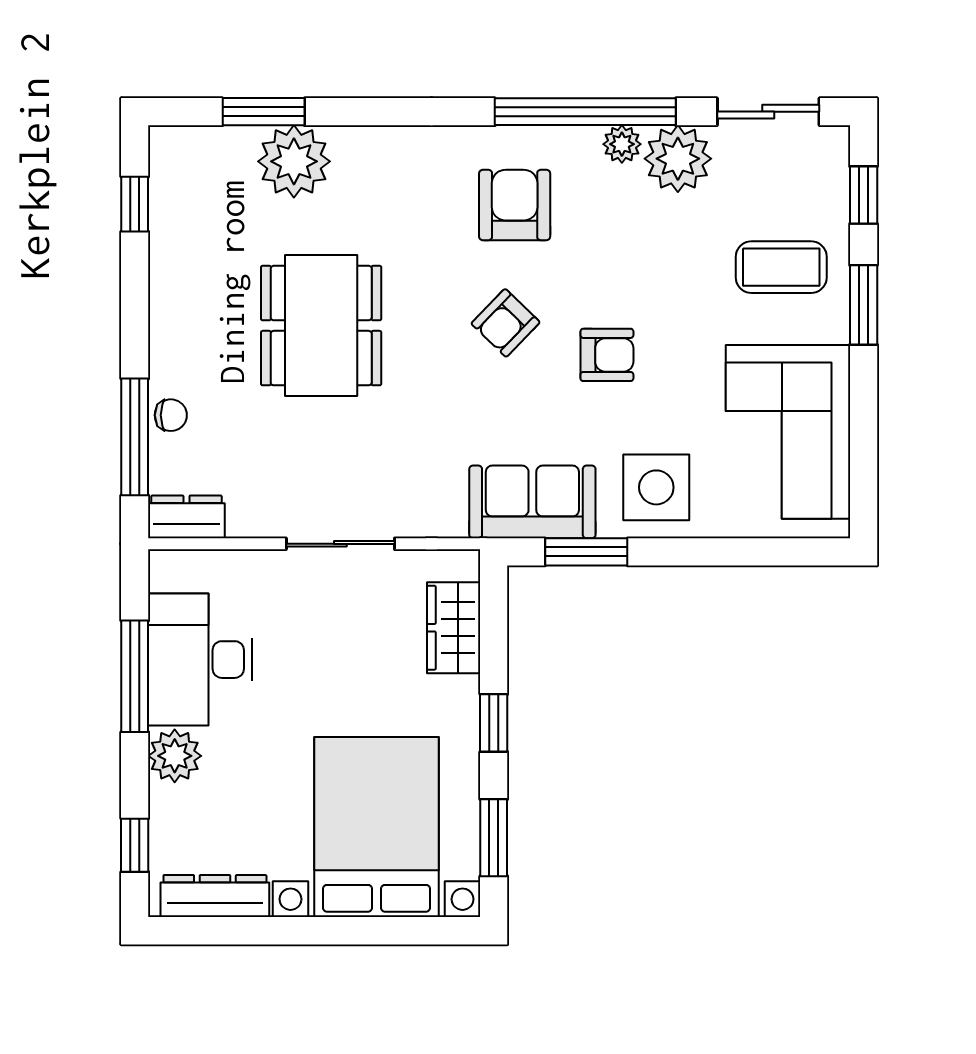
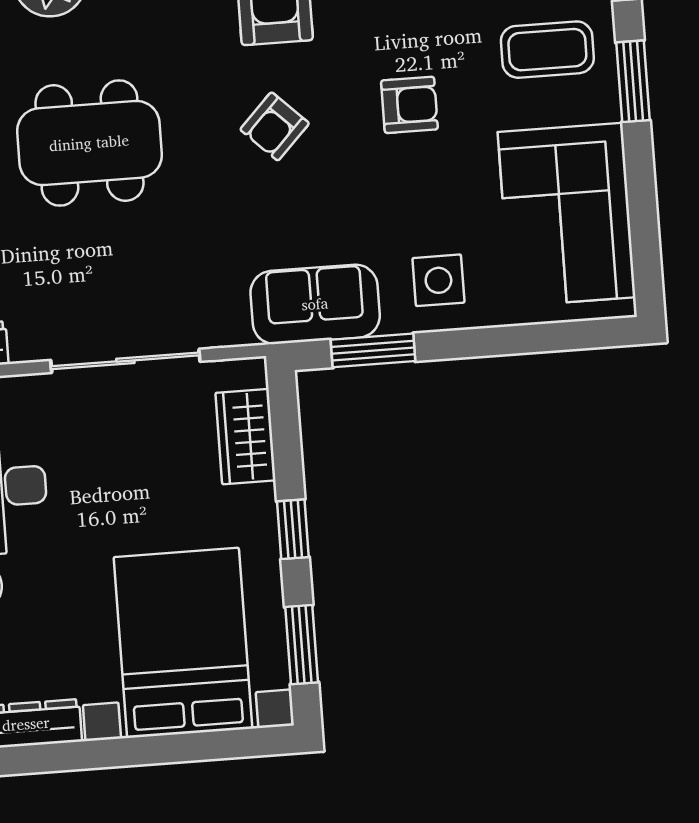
dining table: (321, 326) -> (89, 143), turned 90
armchair: (607, 355) -> (409, 105), moved
side table: (656, 487) -> (438, 280), width x0.73, depth x0.73
sliding door: (340, 544) -> (125, 361), width x1.37

